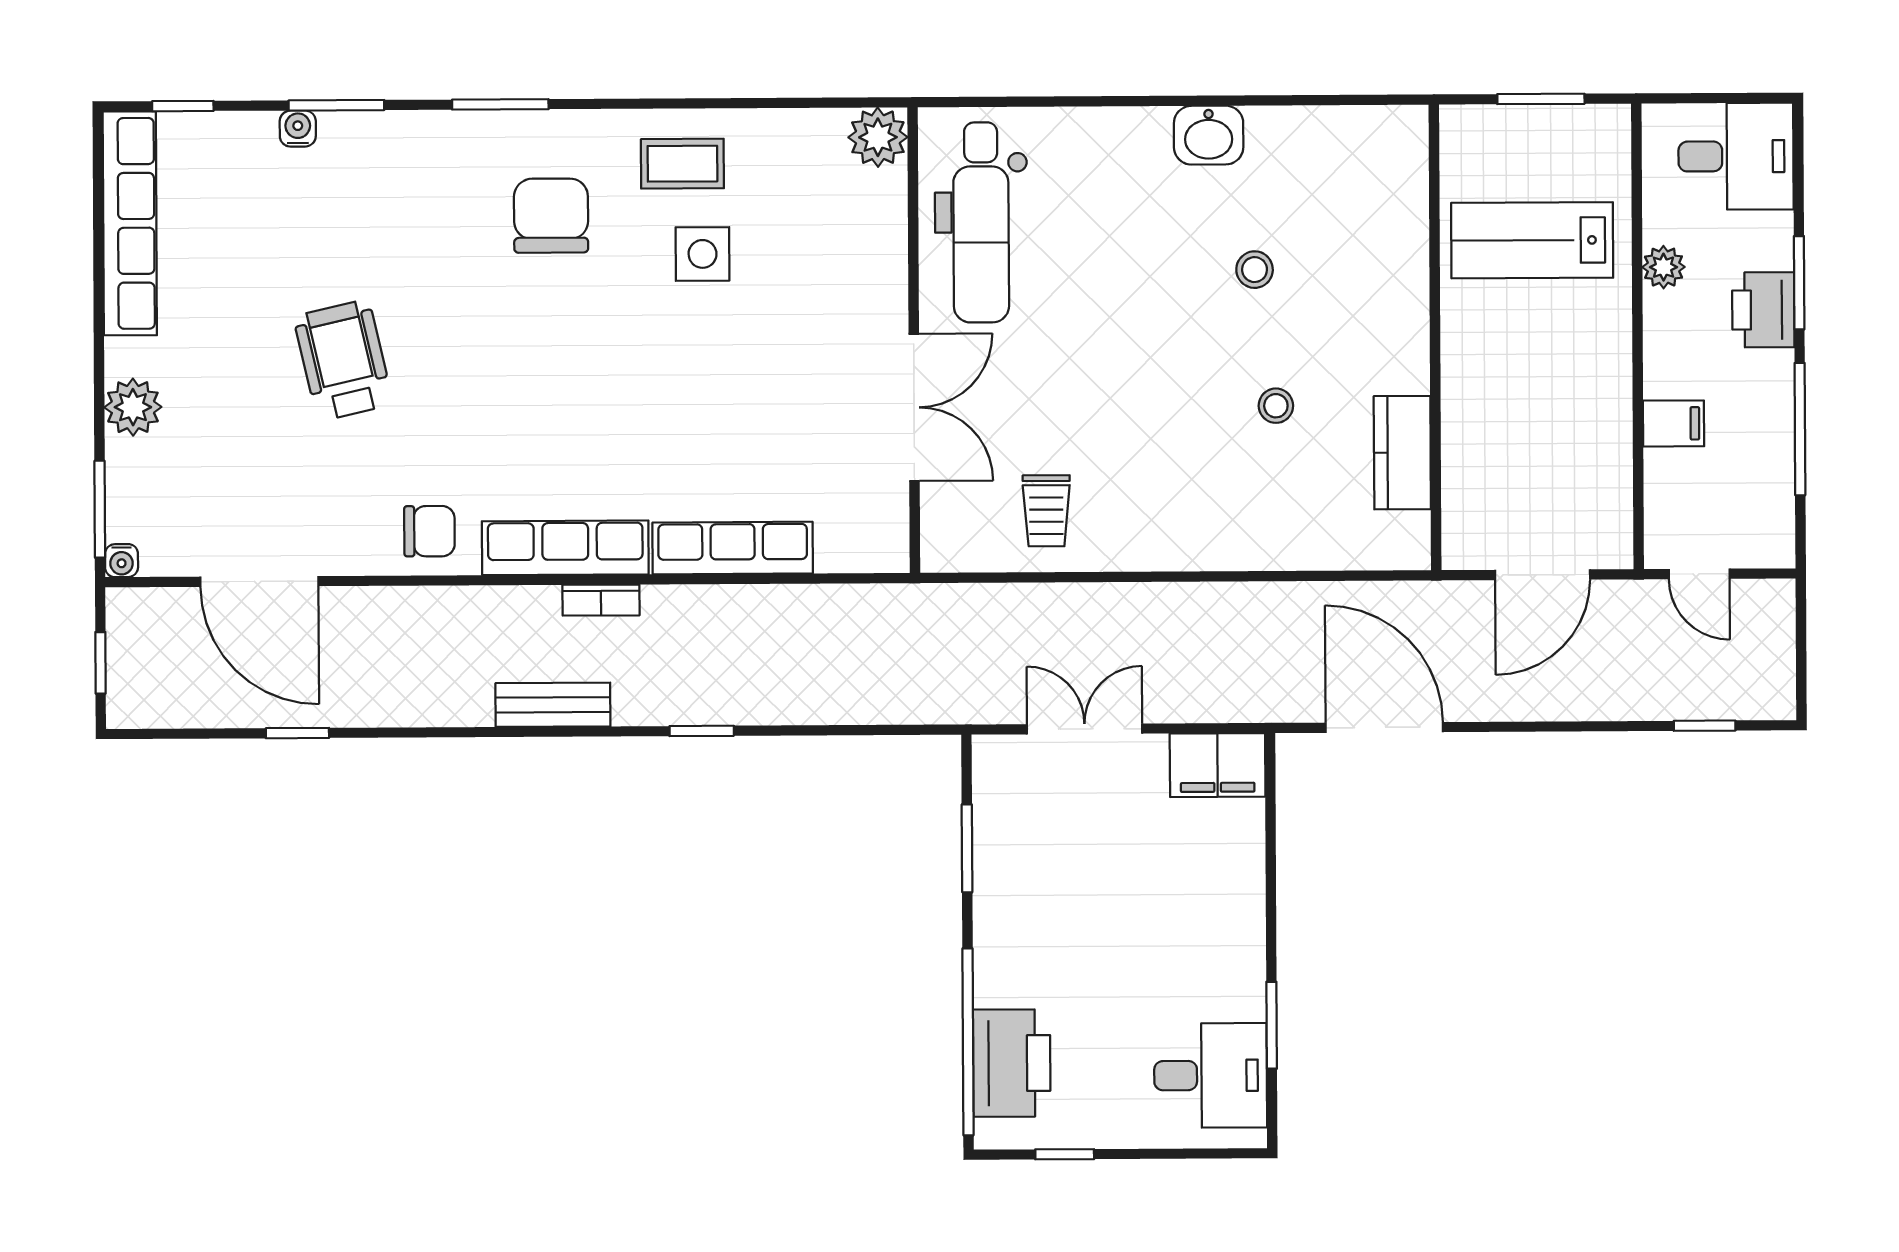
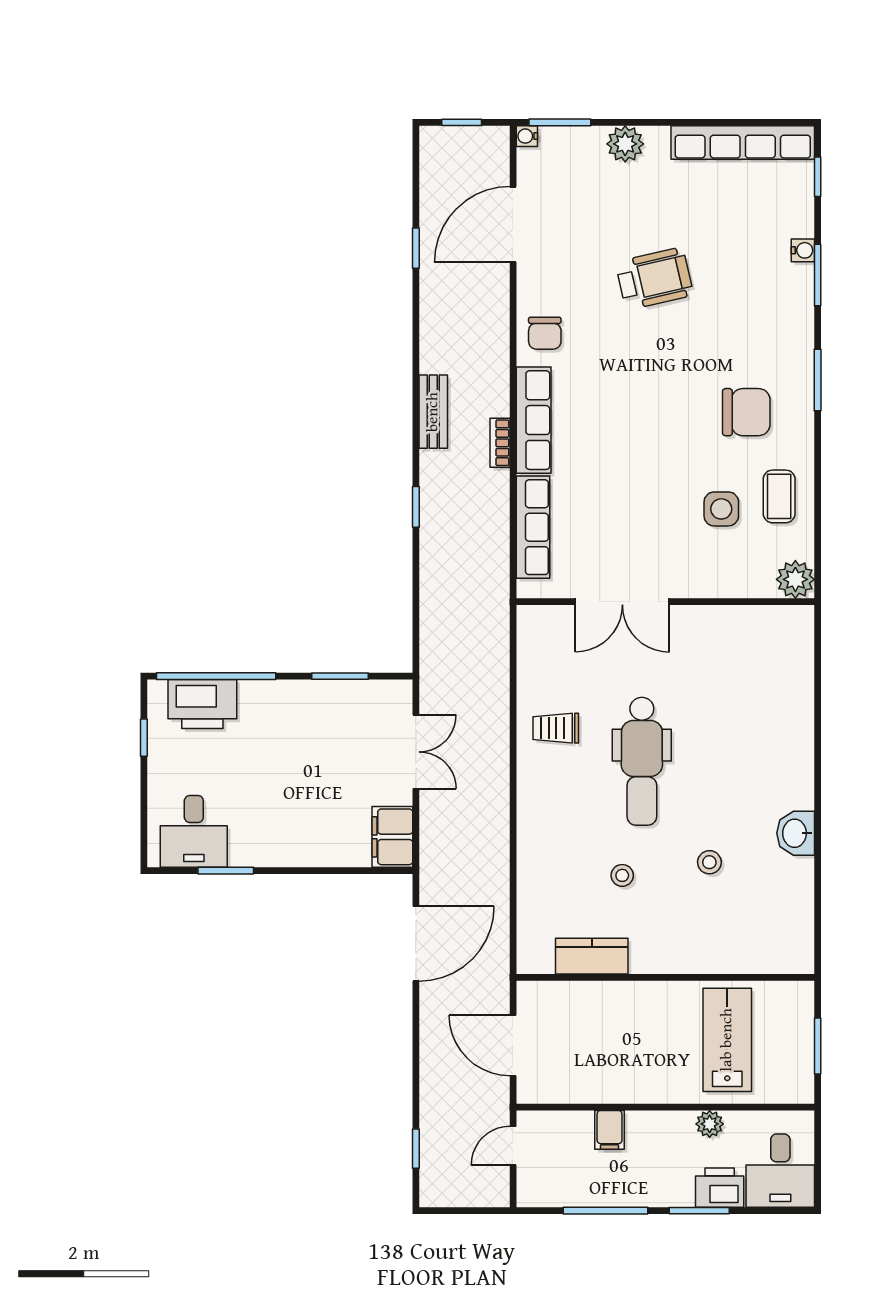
plant: (878, 137) -> (795, 579), moved
dental chair: (981, 222) -> (642, 761), moved, turned -90
printer: (1763, 310) -> (720, 1188), moved
wall: (914, 340) -> (665, 602), moved
double door: (914, 407) -> (622, 602), moved

